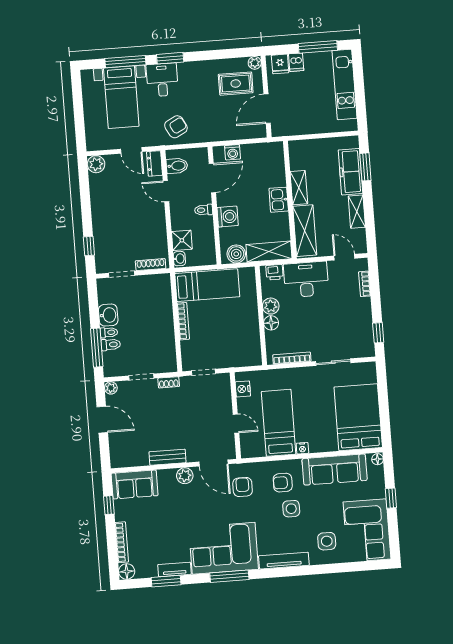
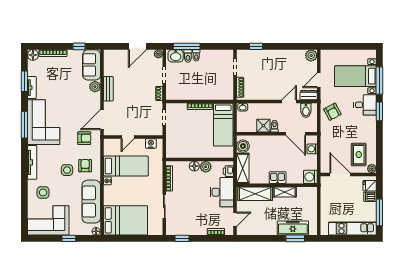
shelving: (357, 212) -> (265, 230), removed
washing machine: (228, 217) -> (310, 177), moved, turned 90
shower: (182, 240) -> (263, 126), moved
washbasin: (108, 315) -> (176, 56), moved
plant: (185, 476) -> (95, 87), moved

